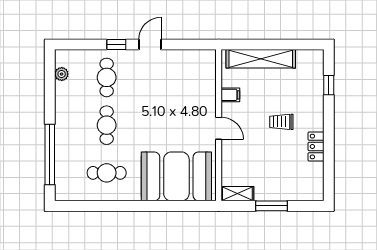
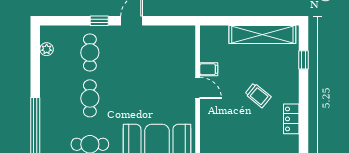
shelving: (261, 59) -> (262, 35), moved
trolley: (281, 122) -> (258, 95), turned -141
door: (219, 128) -> (198, 88), moved

